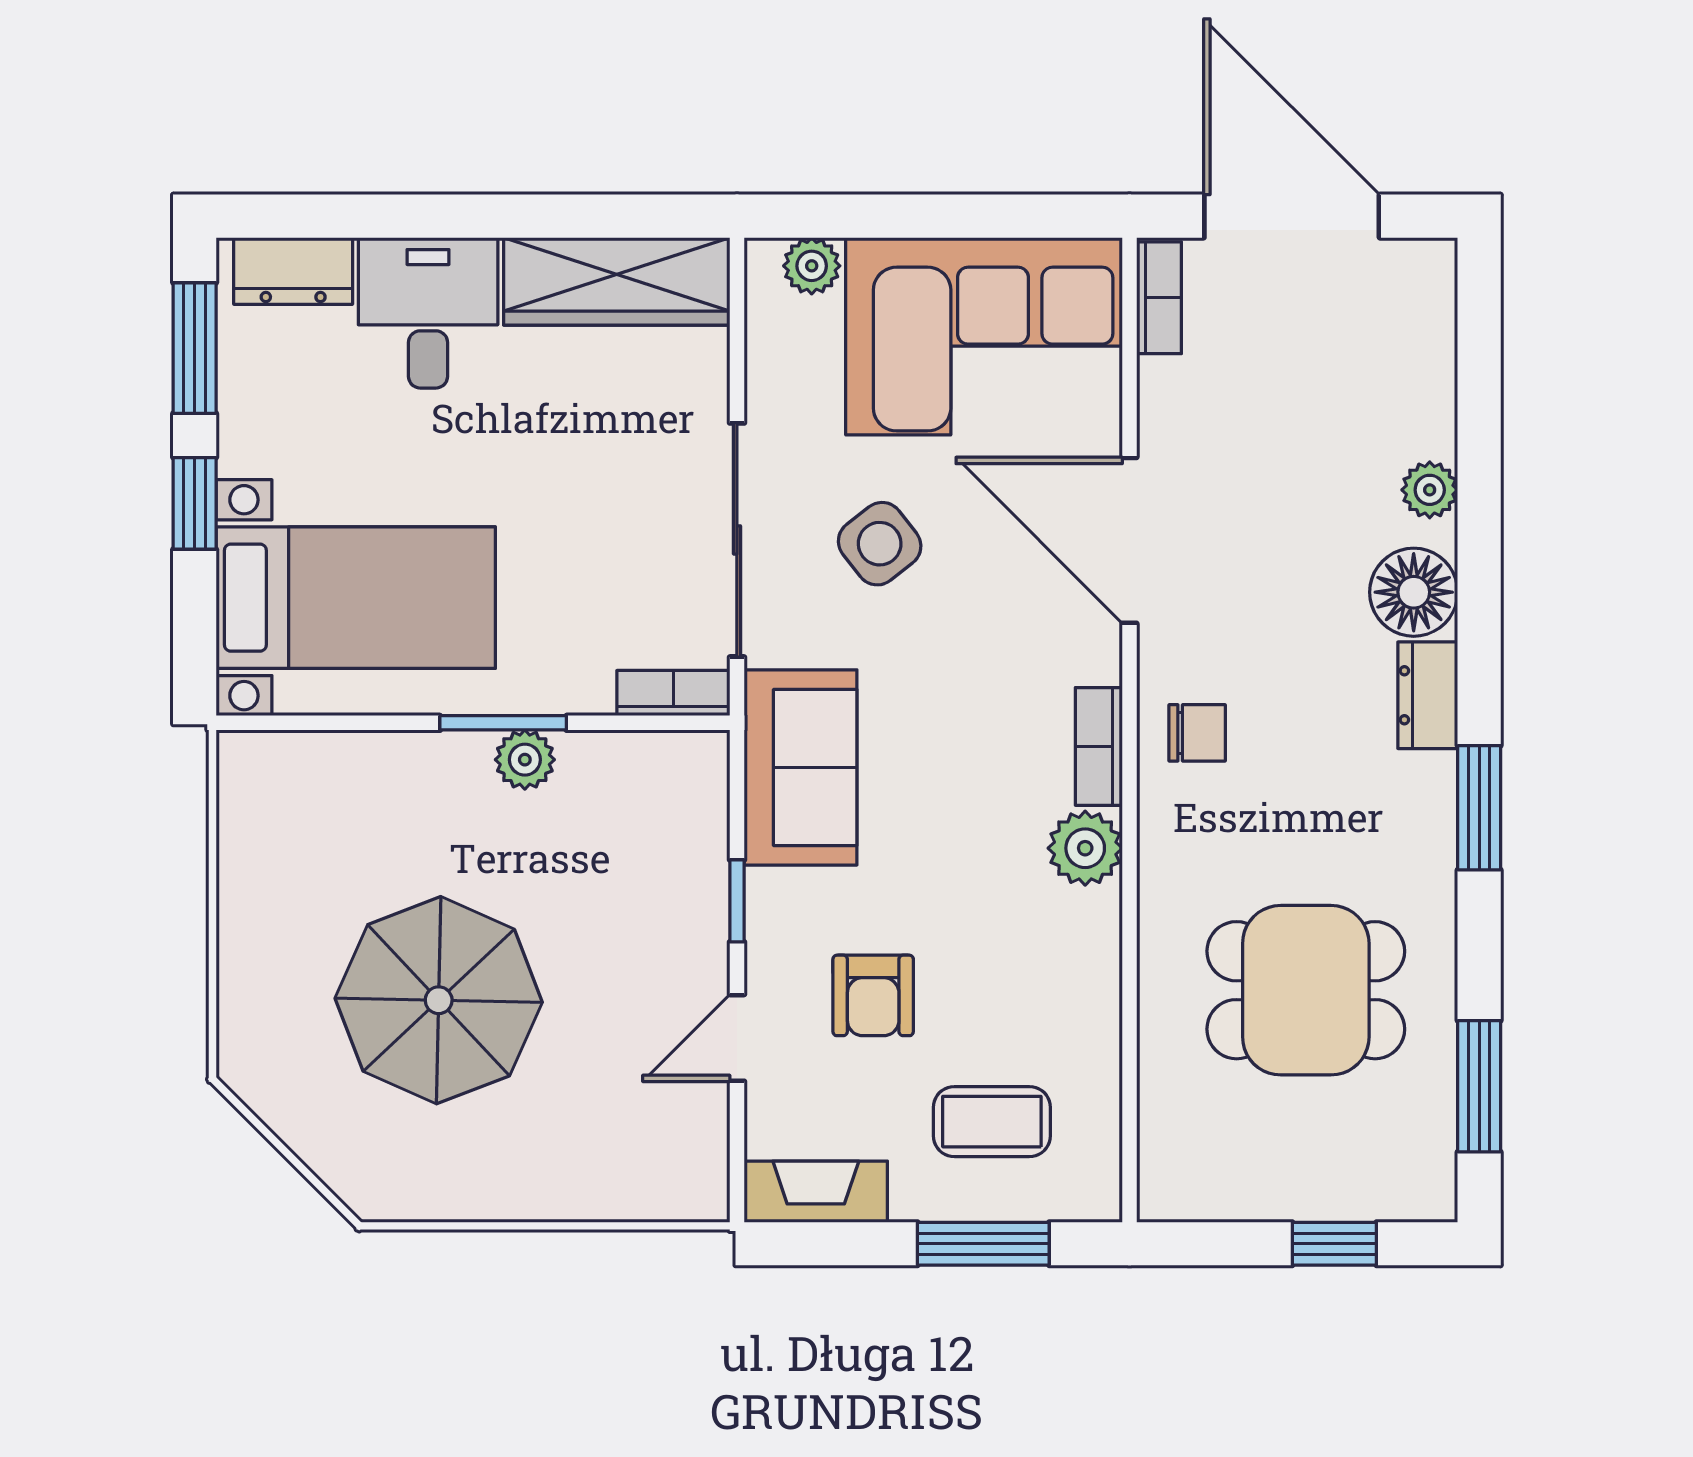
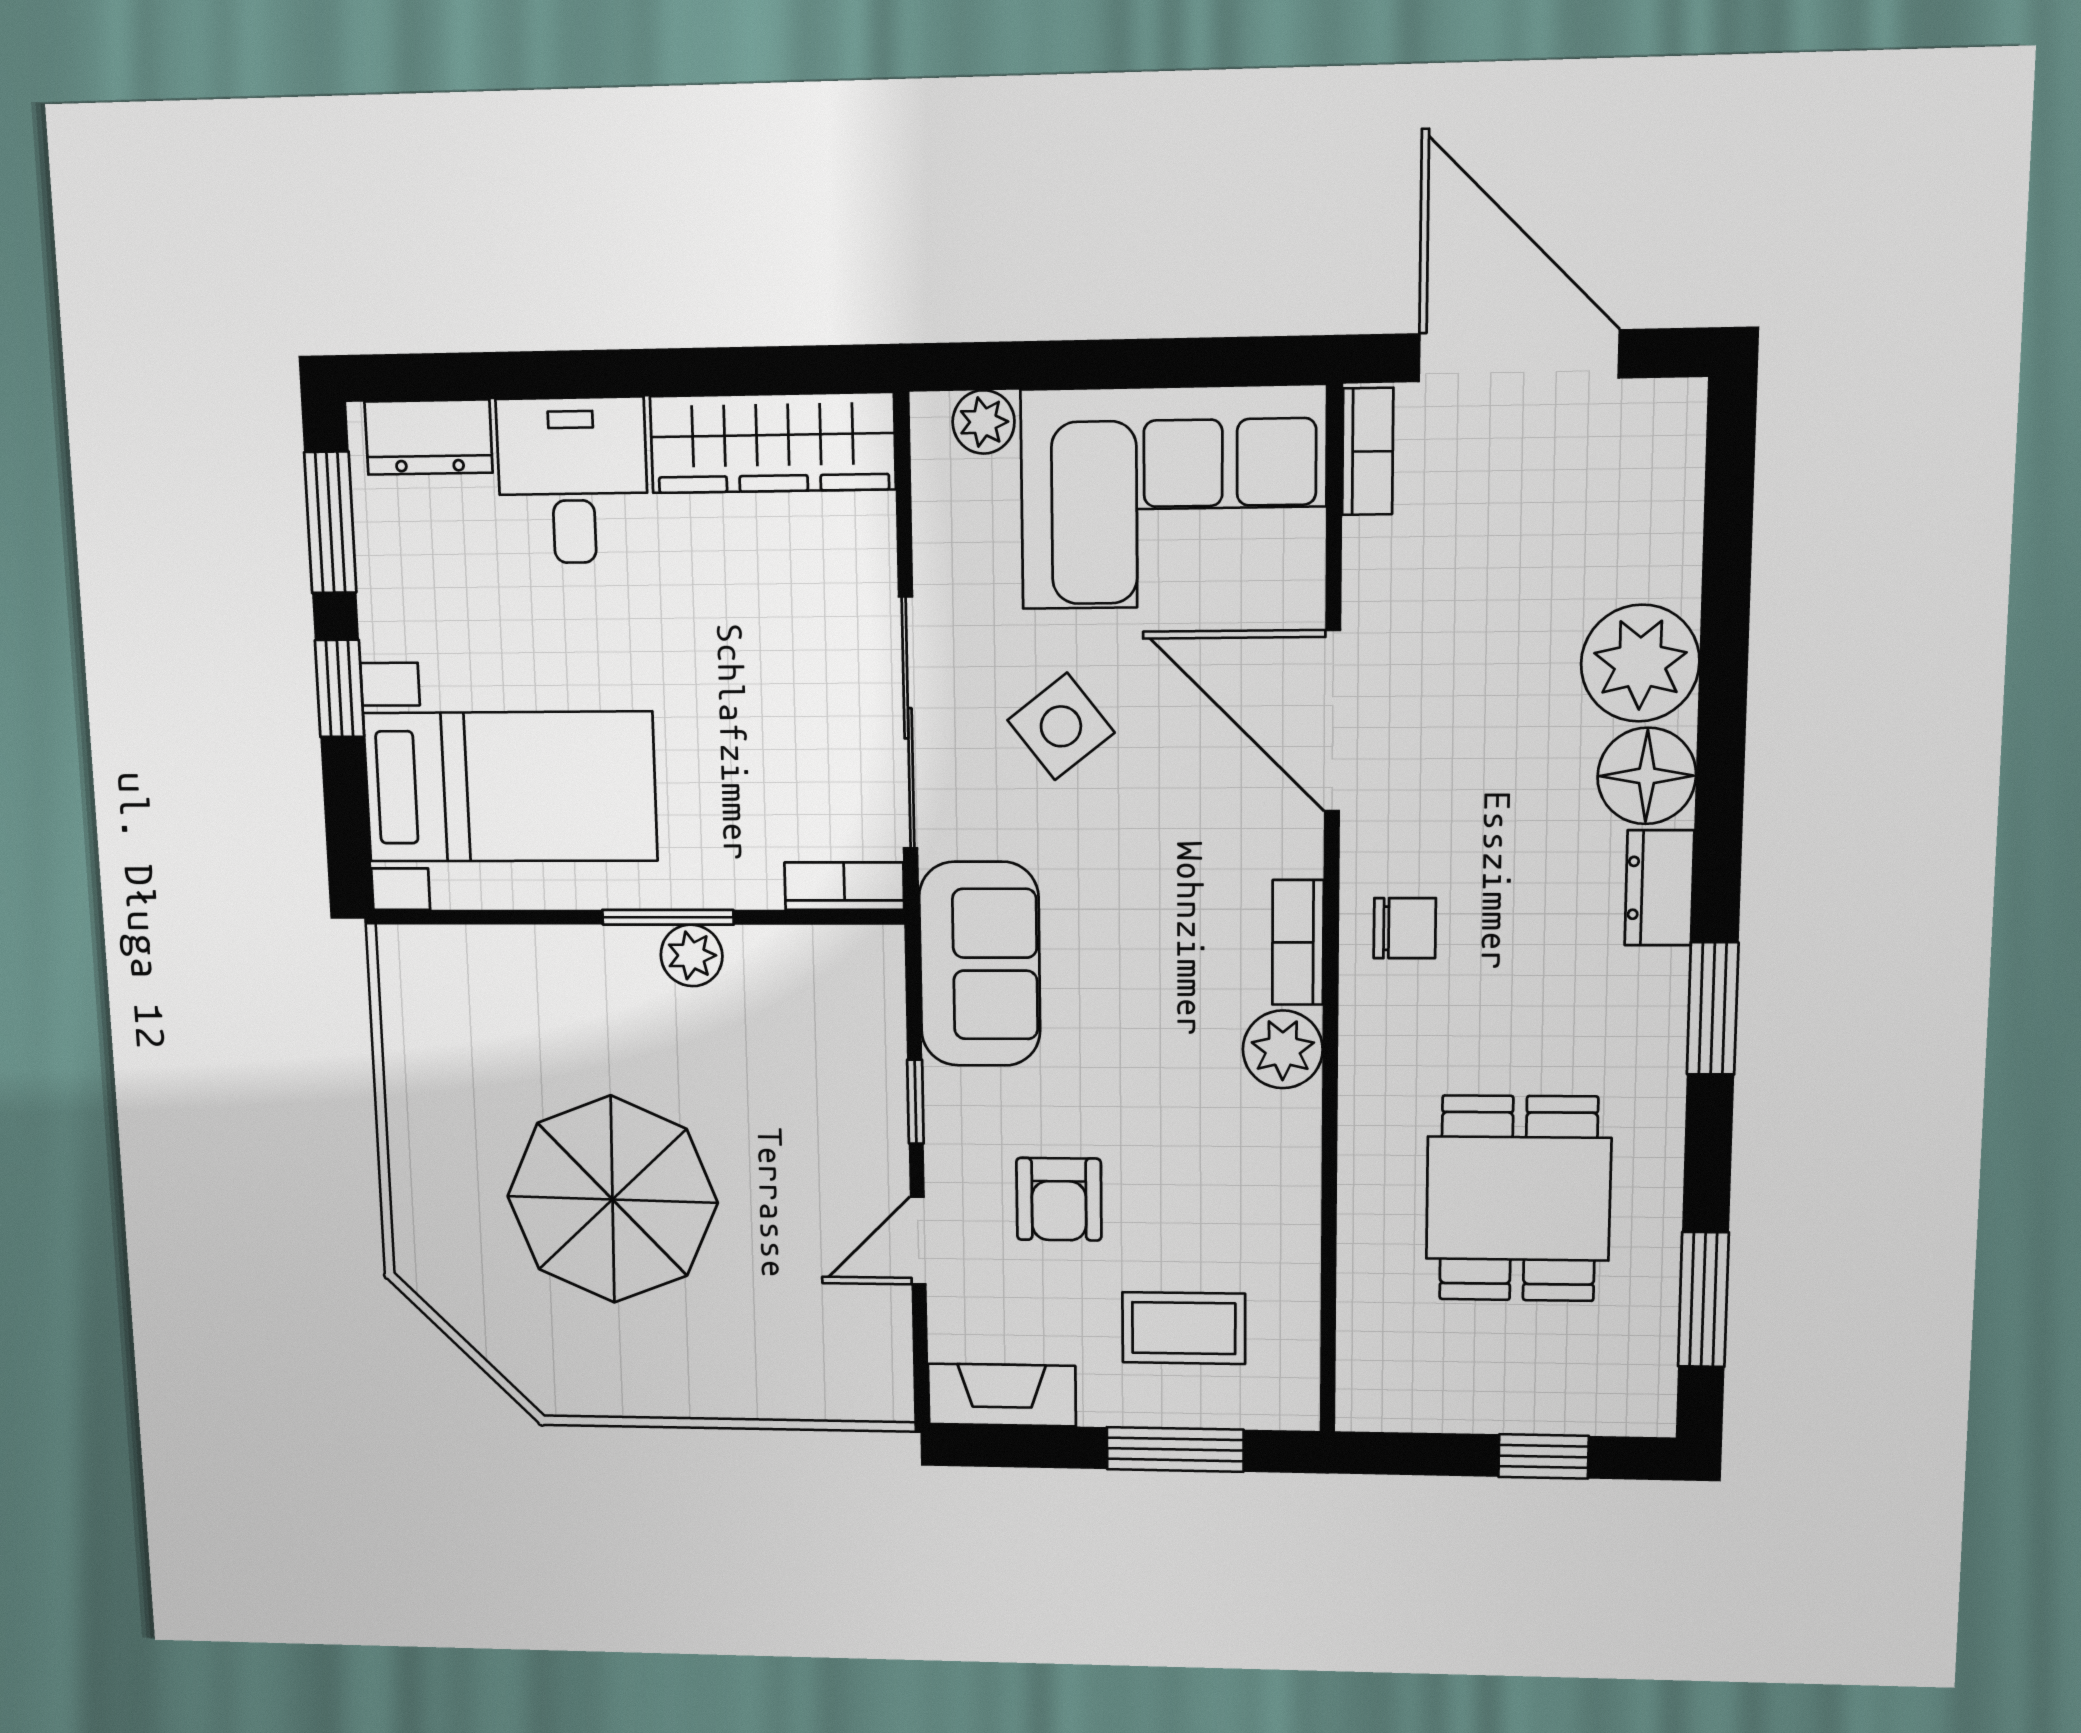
plant: (1430, 490) -> (1640, 663), width x1.87, depth x1.87
dining table: (1306, 990) -> (1518, 1199), turned 90

